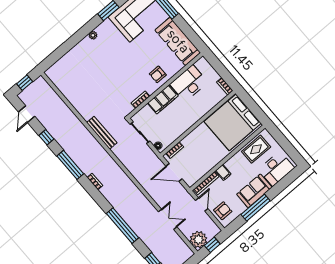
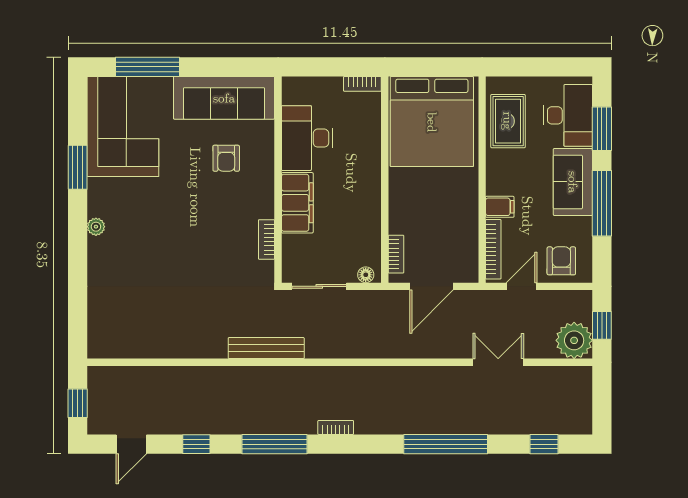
armchair: (158, 74) -> (226, 158), moved
door: (27, 114) -> (131, 444), hinge flipped
window: (282, 185) -> (602, 129), added
door: (202, 204) -> (522, 286), hinge flipped

